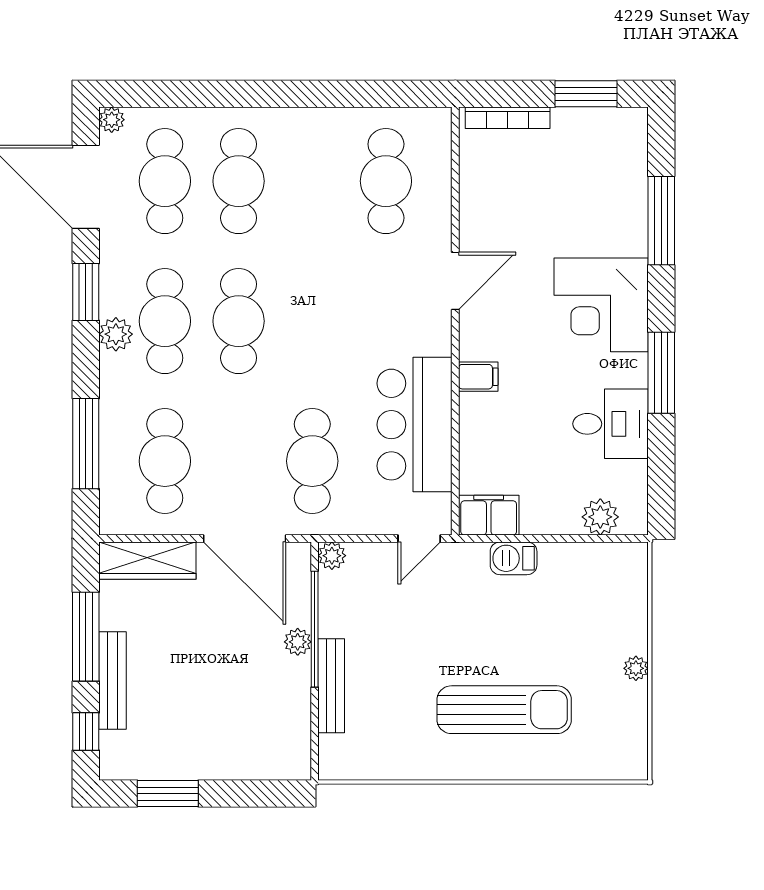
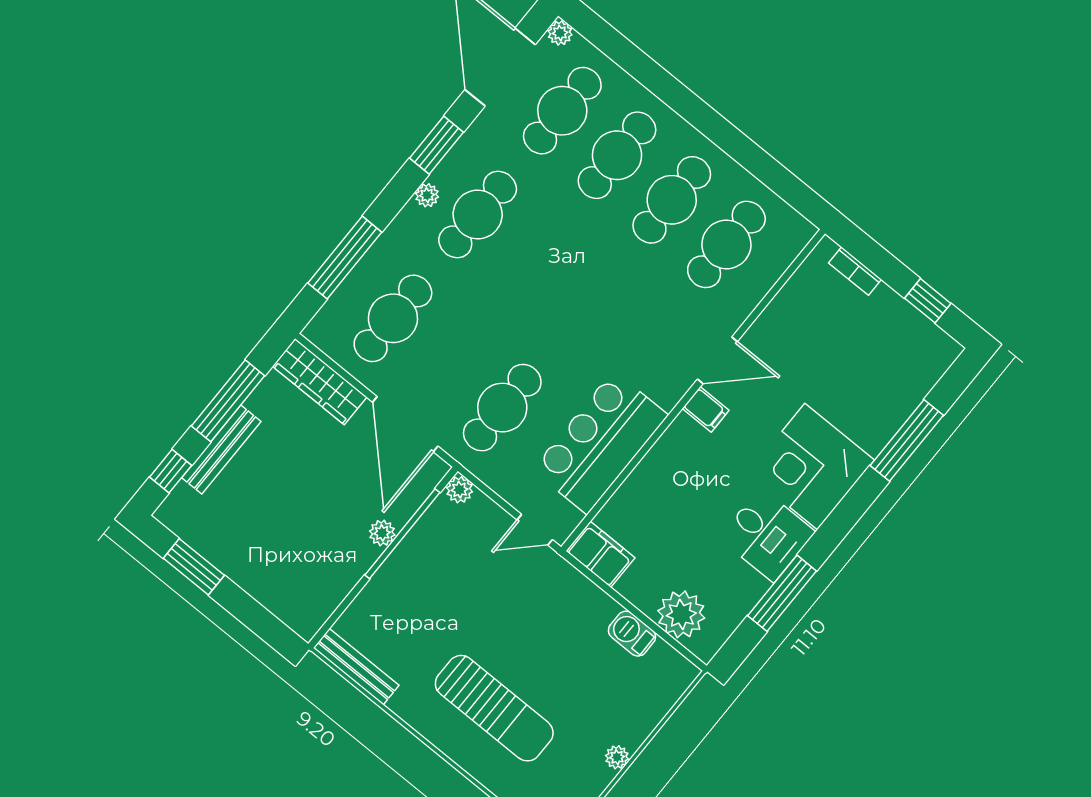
window: (586, 94) -> (928, 301), width x0.67
bookcase: (508, 118) -> (855, 271), width x0.64
cafe table: (239, 321) -> (672, 200), moved
plant: (116, 334) -> (427, 195), width x0.73, depth x0.73
window: (661, 373) -> (782, 593), moved
filing cabinet: (478, 377) -> (706, 409), moved
desk: (611, 424) -> (767, 535), moved
plant: (600, 517) -> (681, 614), width x1.36, depth x1.36
barbecue: (514, 558) -> (632, 634), moved
bench: (331, 686) -> (356, 667), moved, turned 90

